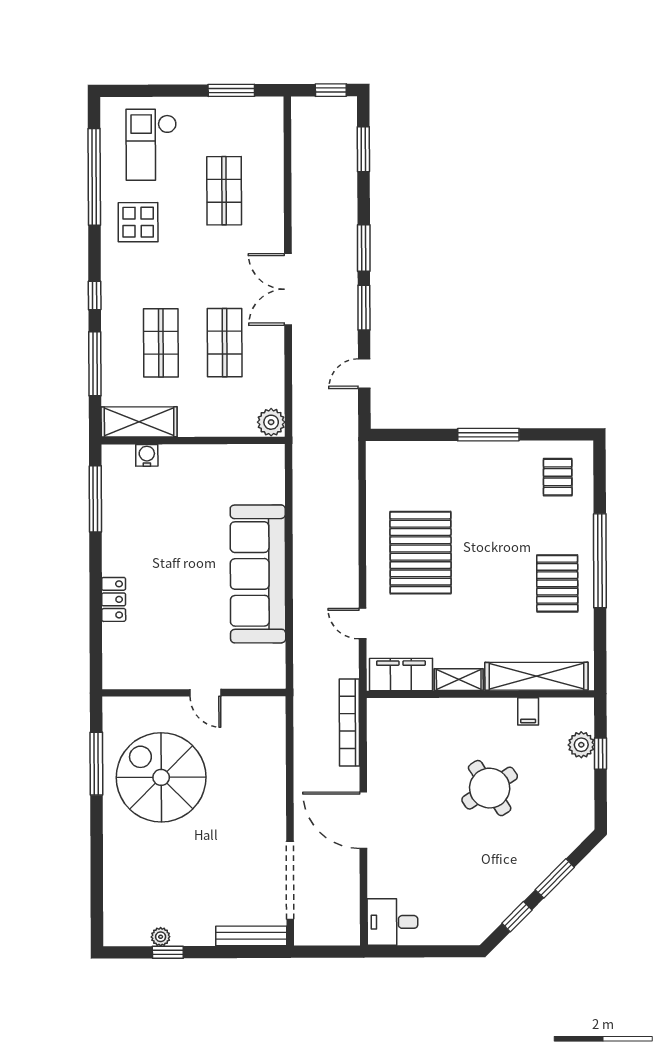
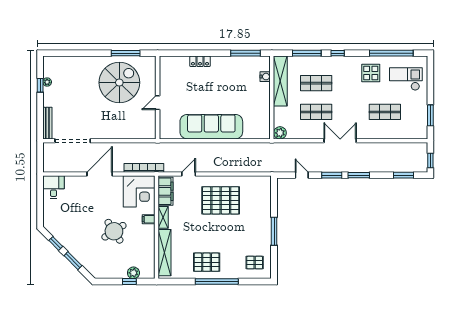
shelving: (139, 422) -> (280, 81), width x1.47
filing cabinet: (528, 711) -> (149, 219), moved
corner desk: (401, 733) -> (139, 191), added

